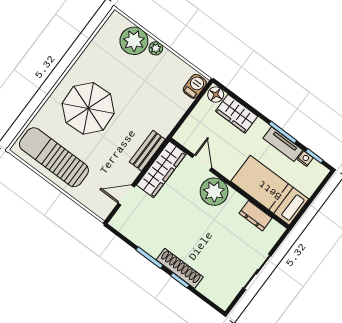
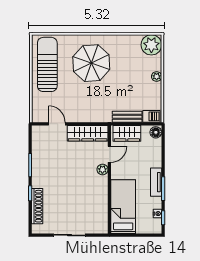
plant: (134, 41) -> (151, 45), moved
wardrobe: (237, 114) -> (127, 133), moved, turned -90
tv unit: (283, 144) -> (156, 182), moved
bench: (147, 151) -> (127, 117), moved
plant: (214, 192) -> (102, 170), width x0.53, depth x0.53
dresser: (255, 216) -> (102, 209), removed
shoe rack: (180, 268) -> (37, 206), moved

